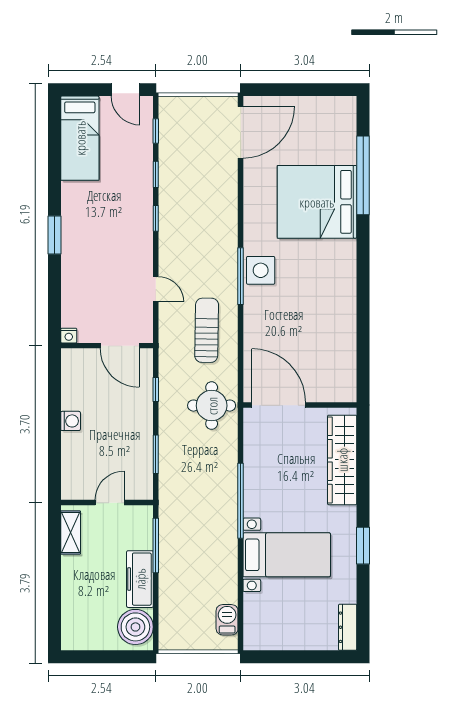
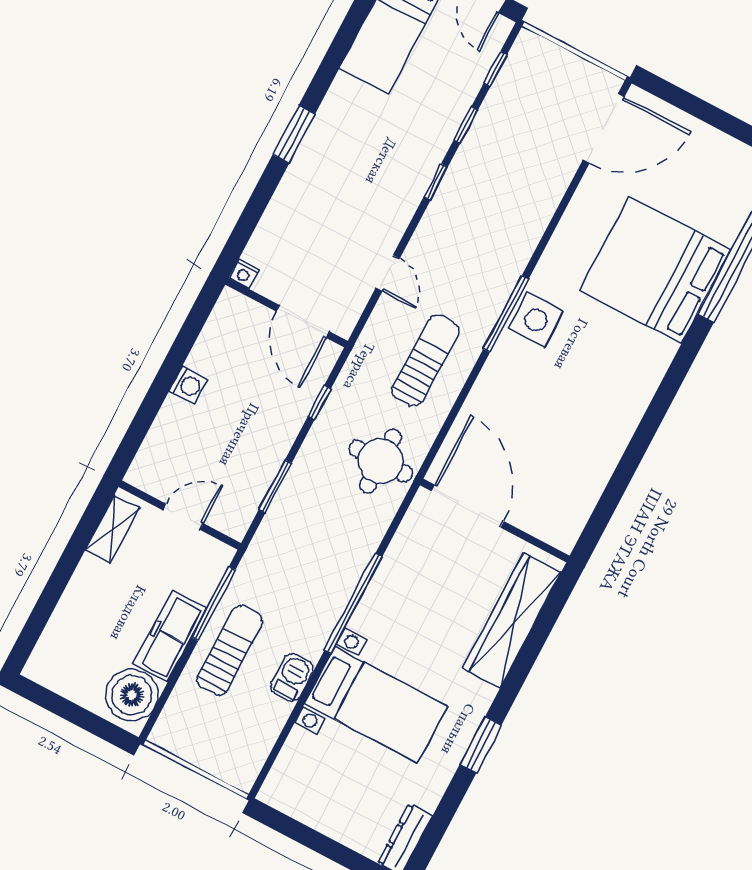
sun lounger: (181, 569) -> (230, 650), added
barbecue: (227, 620) -> (292, 677), moved

